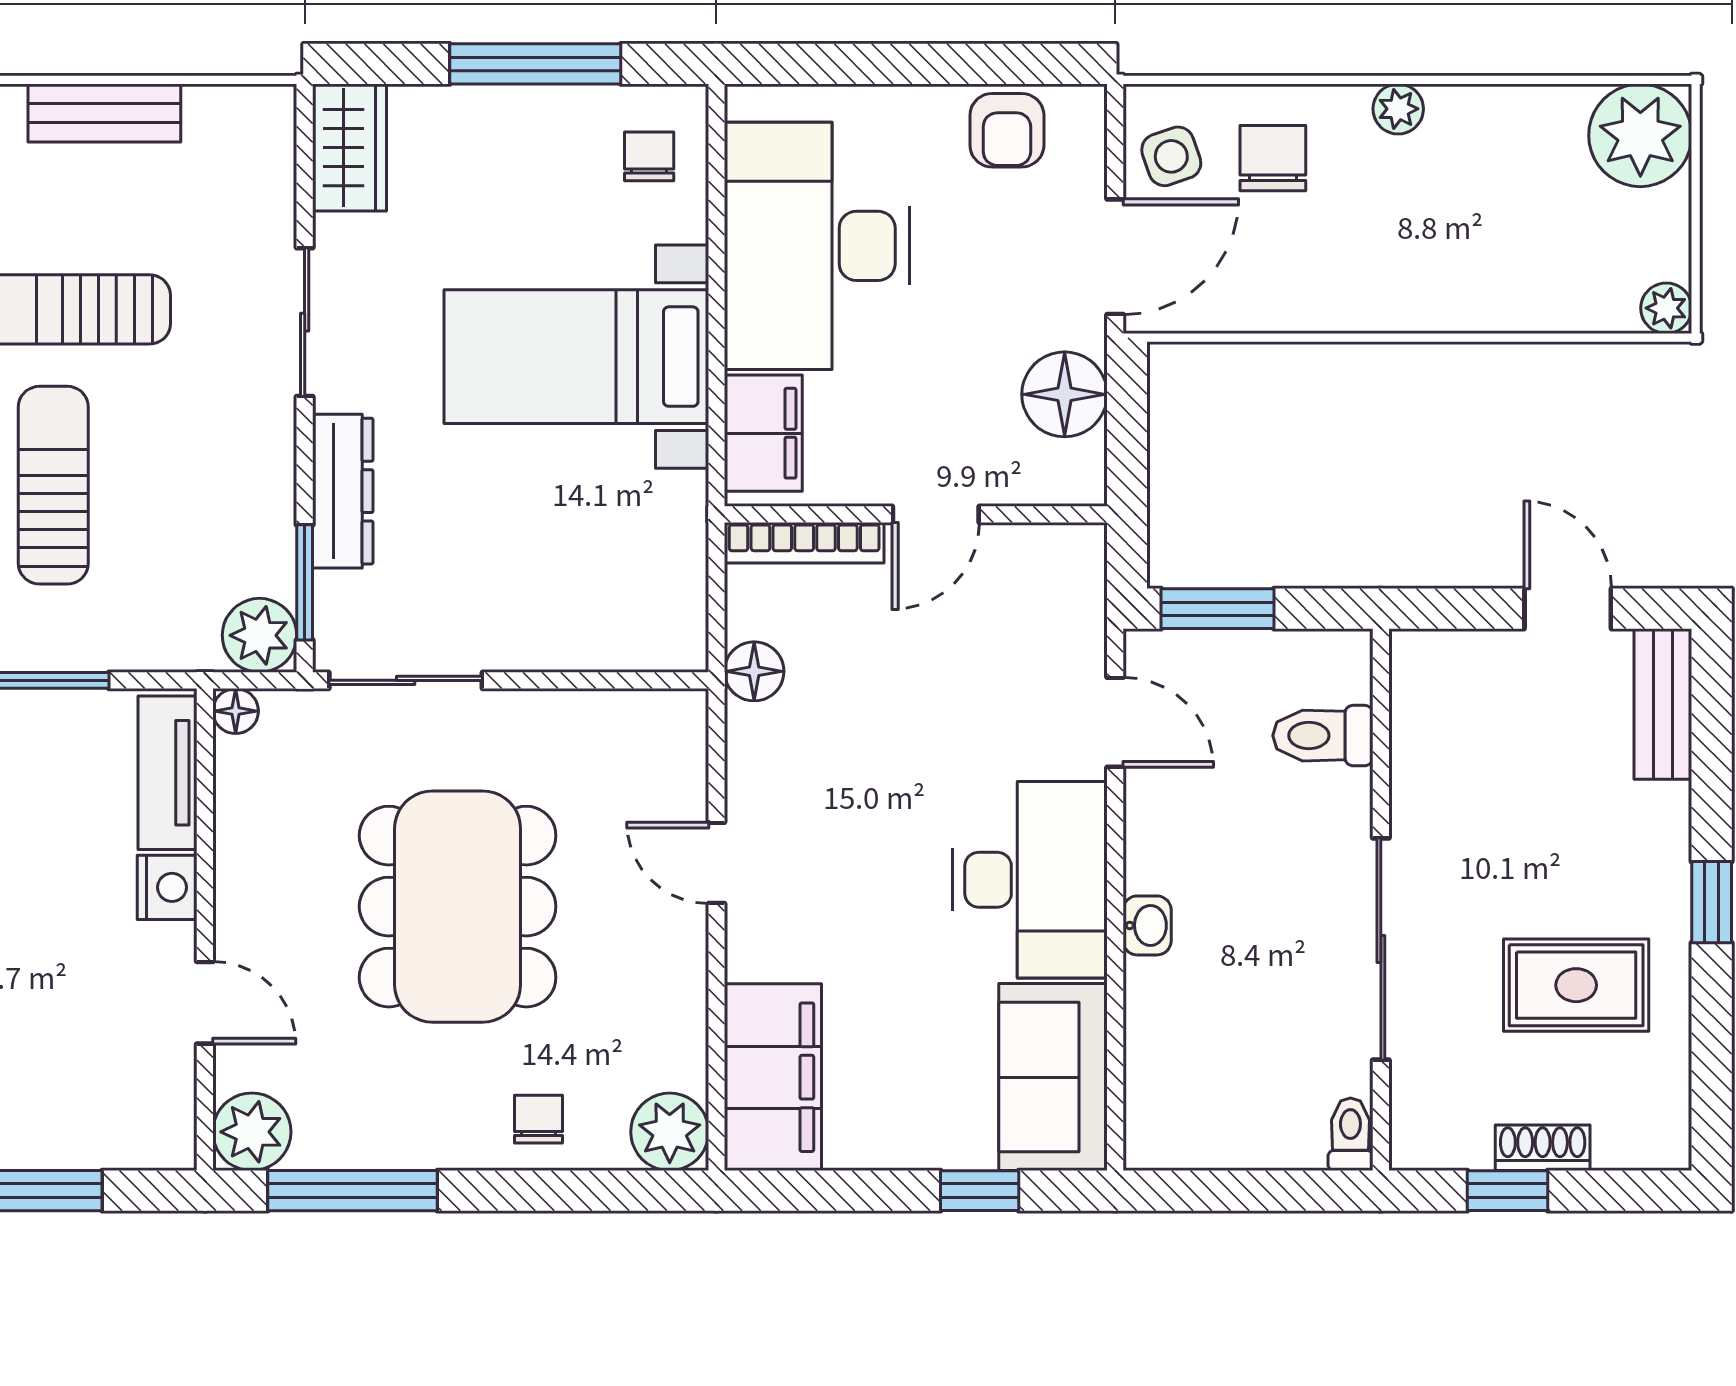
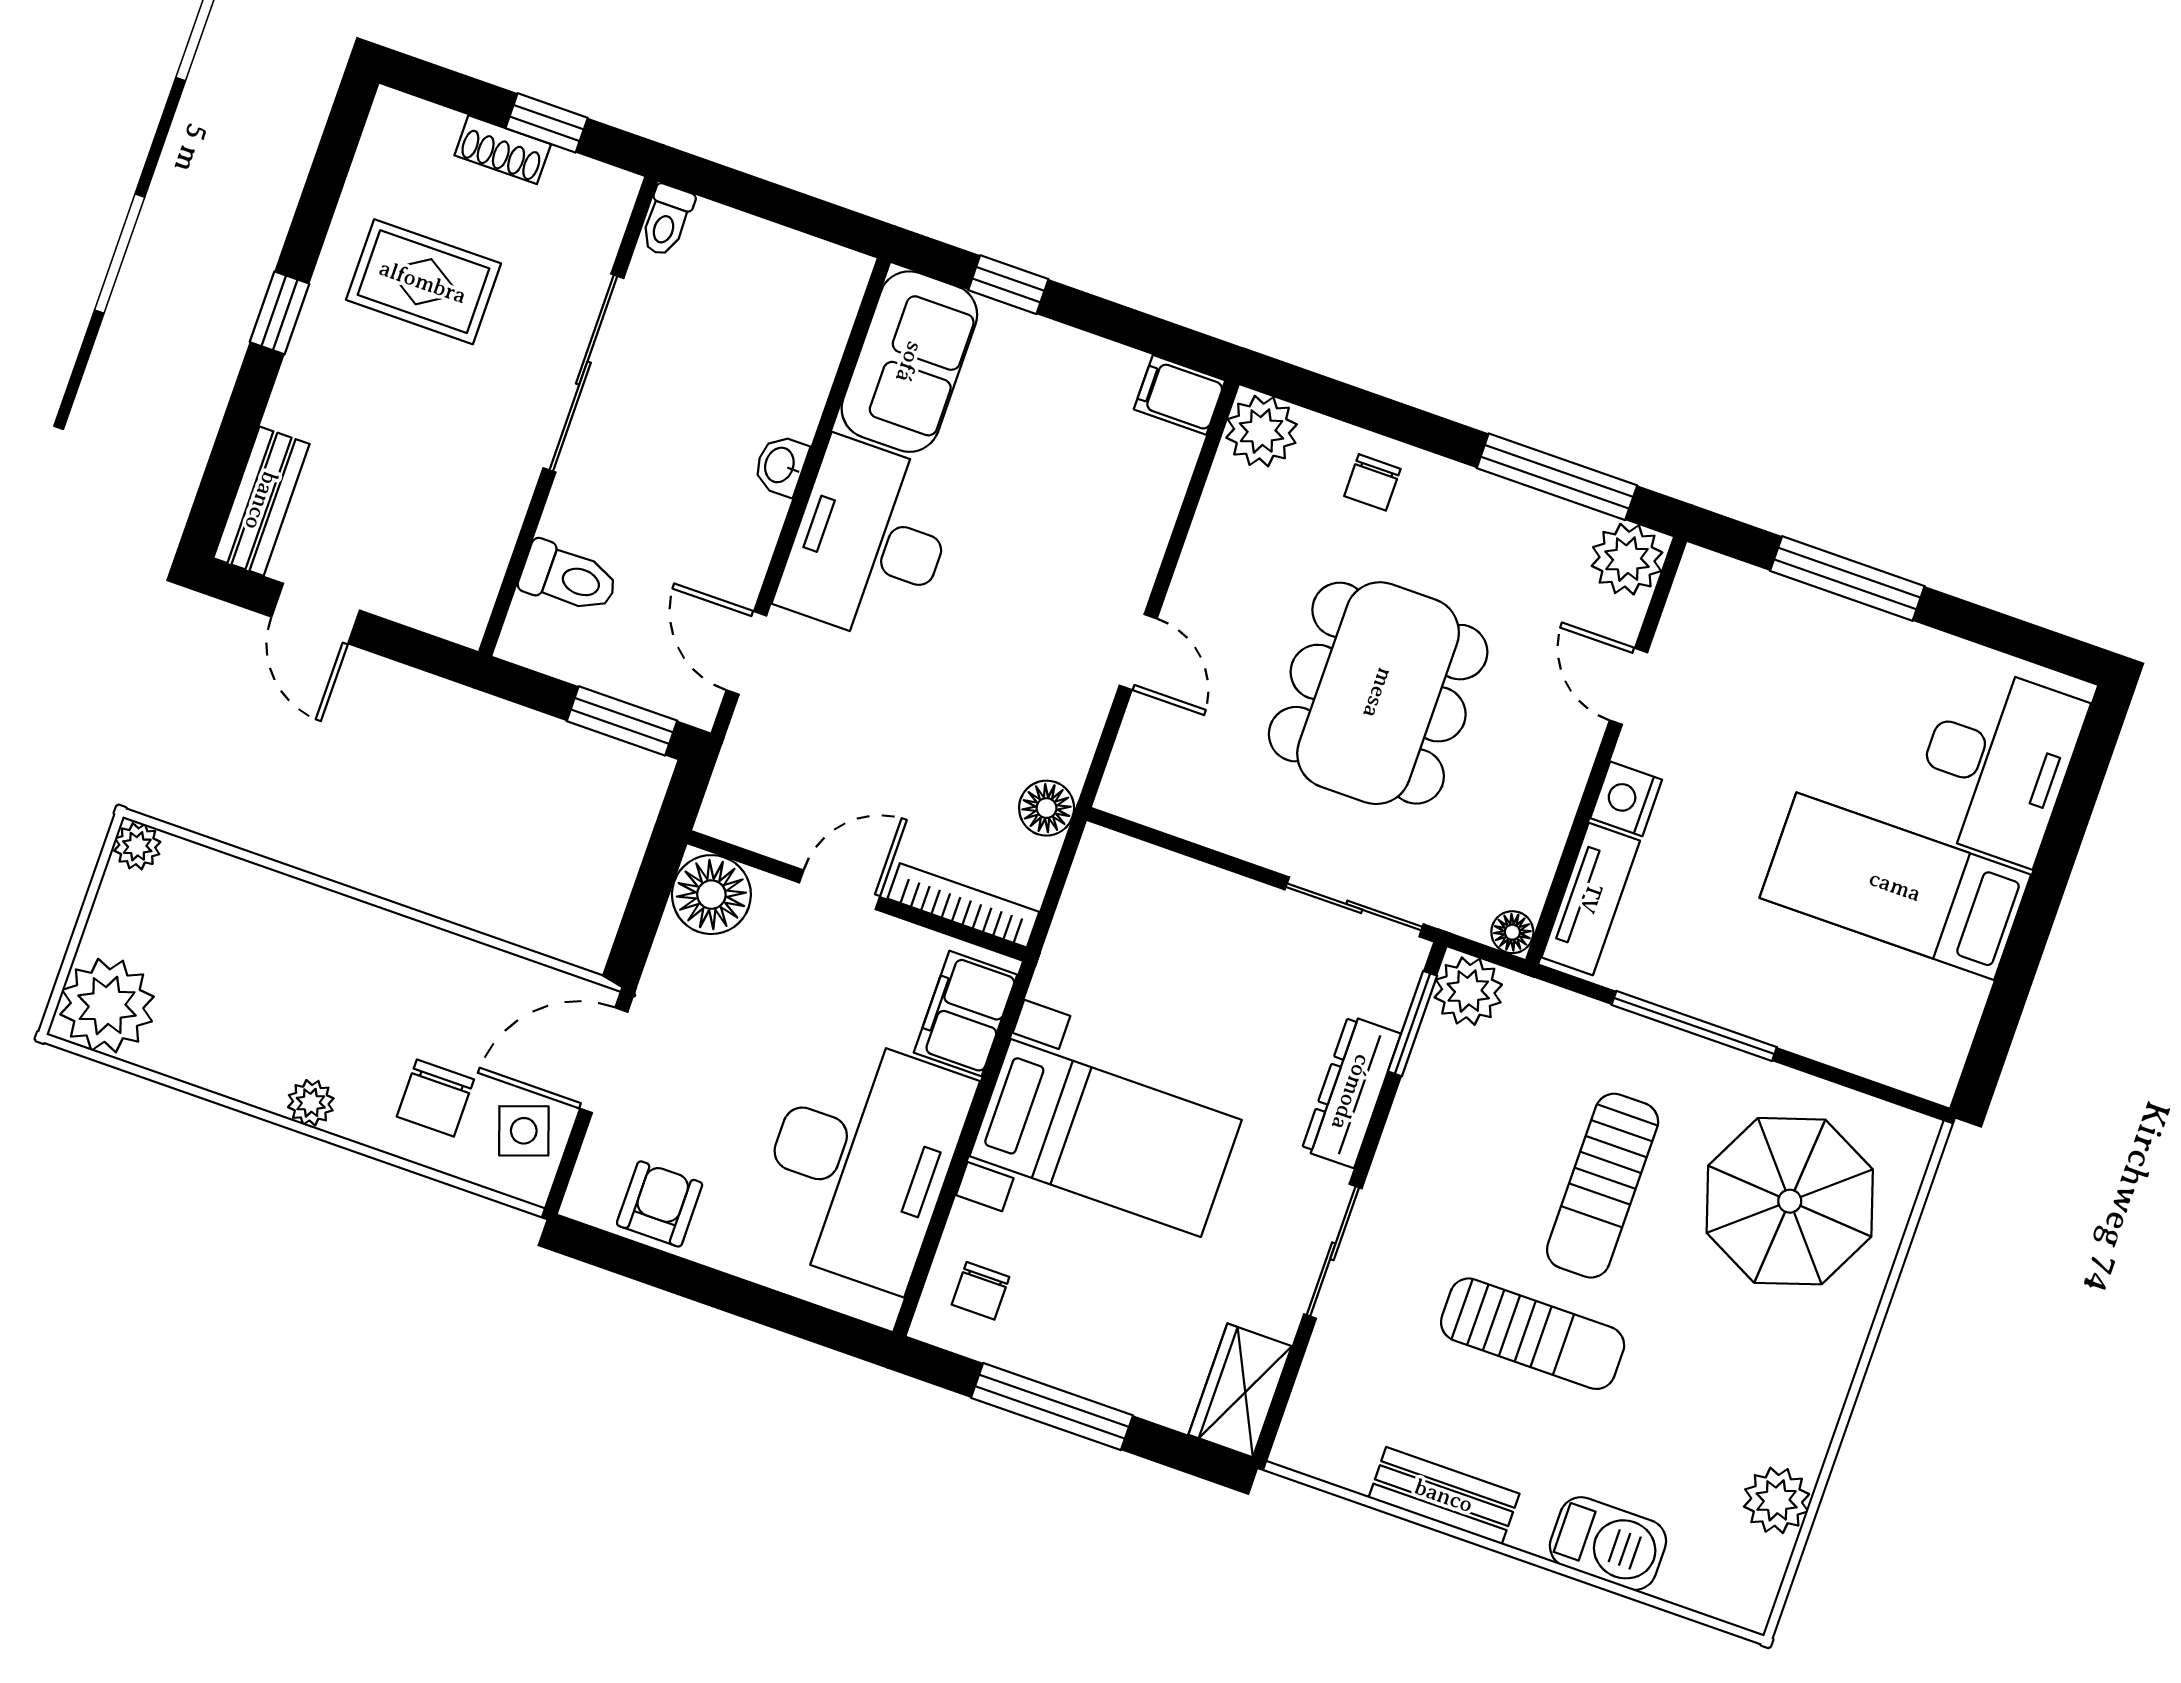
floor lamp: (1065, 394) -> (711, 895), moved
filing cabinet: (773, 1077) -> (1180, 395), width x0.33, depth x0.86

